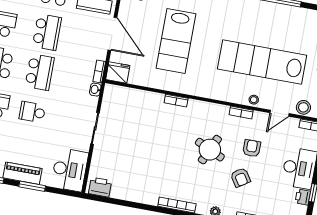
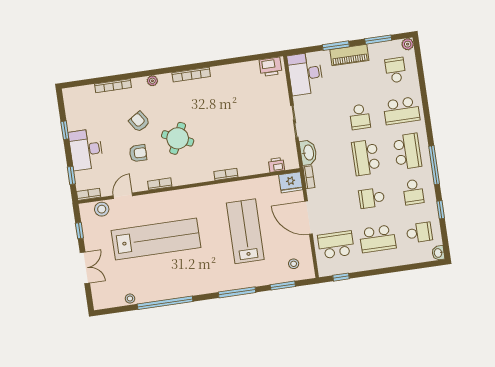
school desk: (47, 32) -> (372, 198), width x0.54
washbasin: (95, 90) -> (308, 153), width x1.91, depth x1.45
stool: (254, 100) -> (130, 299), moved
school desk: (32, 112) -> (360, 117), turned 90
armchair: (252, 148) -> (138, 153), turned -90
printer: (303, 197) -> (277, 165), moved, turned -90

